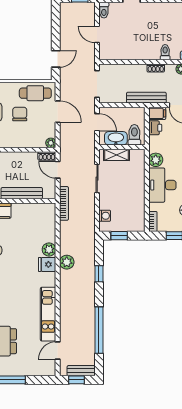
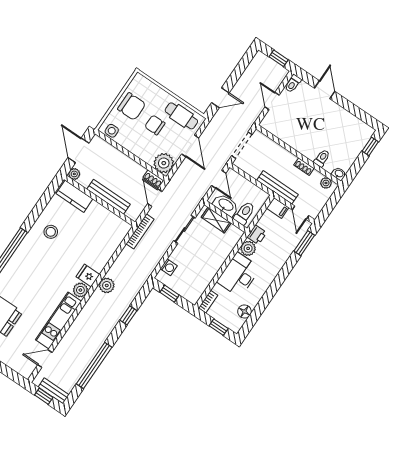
chair: (20, 114) -> (155, 125), turned -90
printer: (155, 128) -> (257, 235), moved
plant: (51, 143) -> (164, 163), width x1.87, depth x1.87
plant: (49, 249) -> (80, 290), moved

